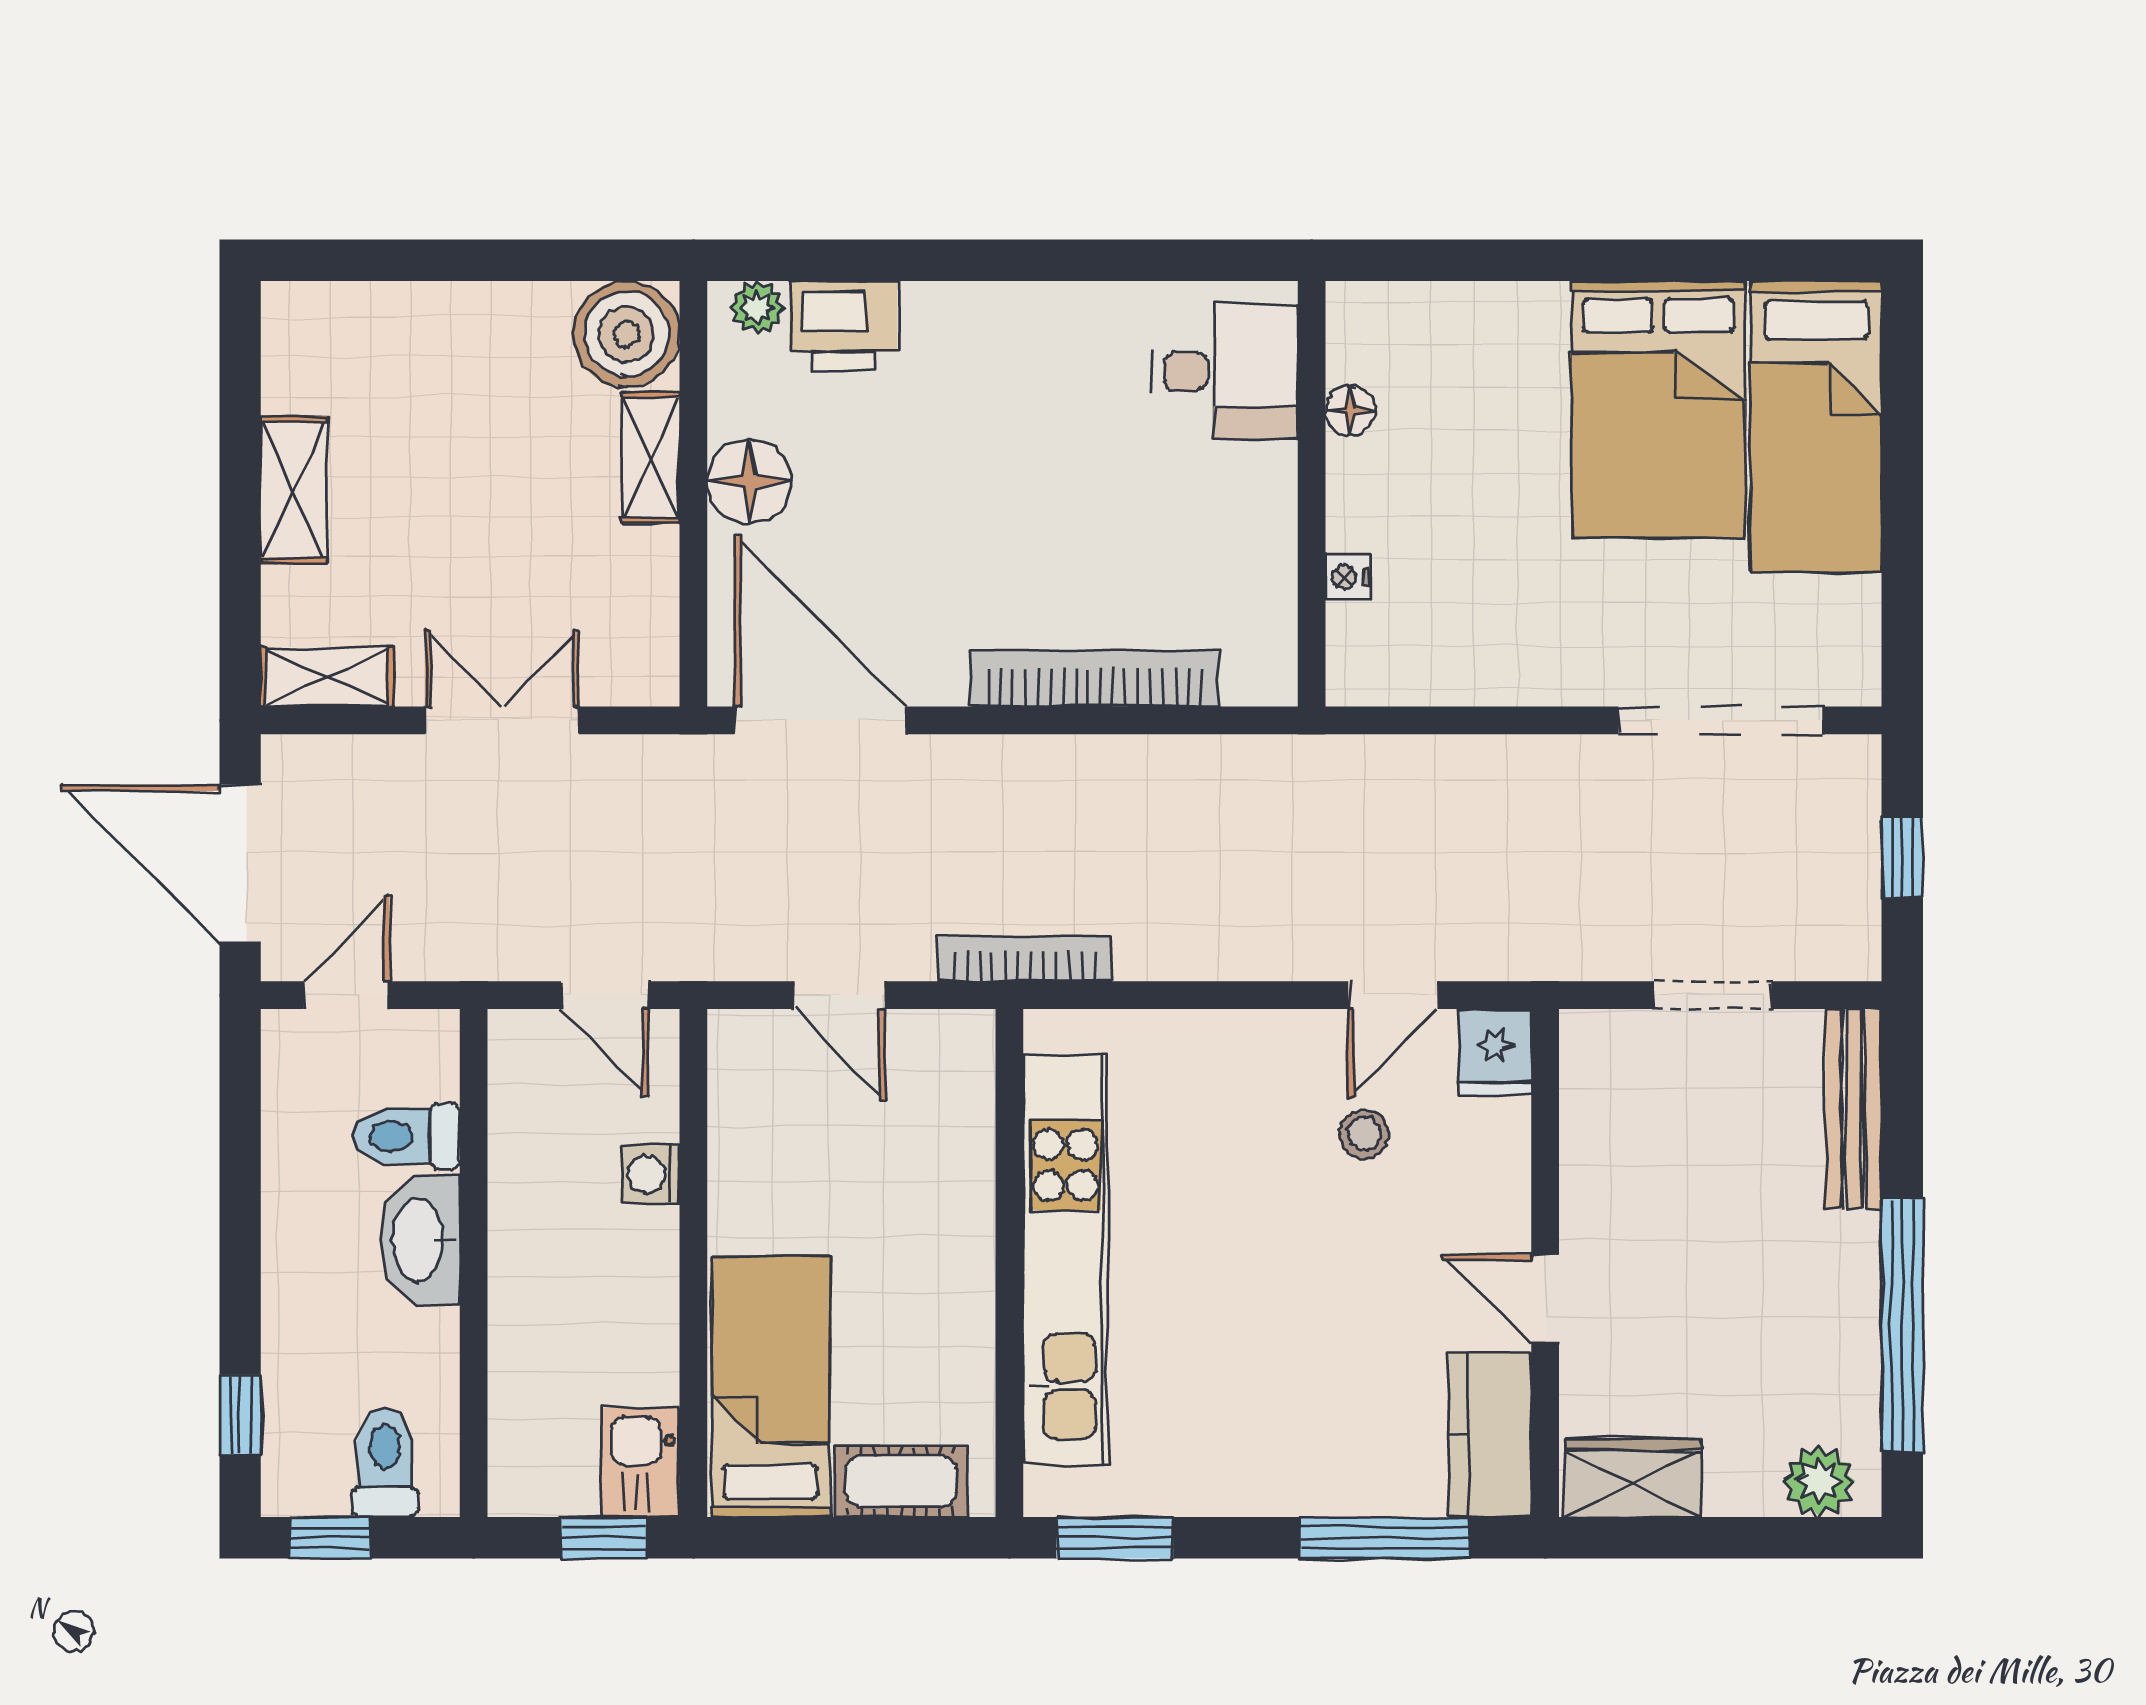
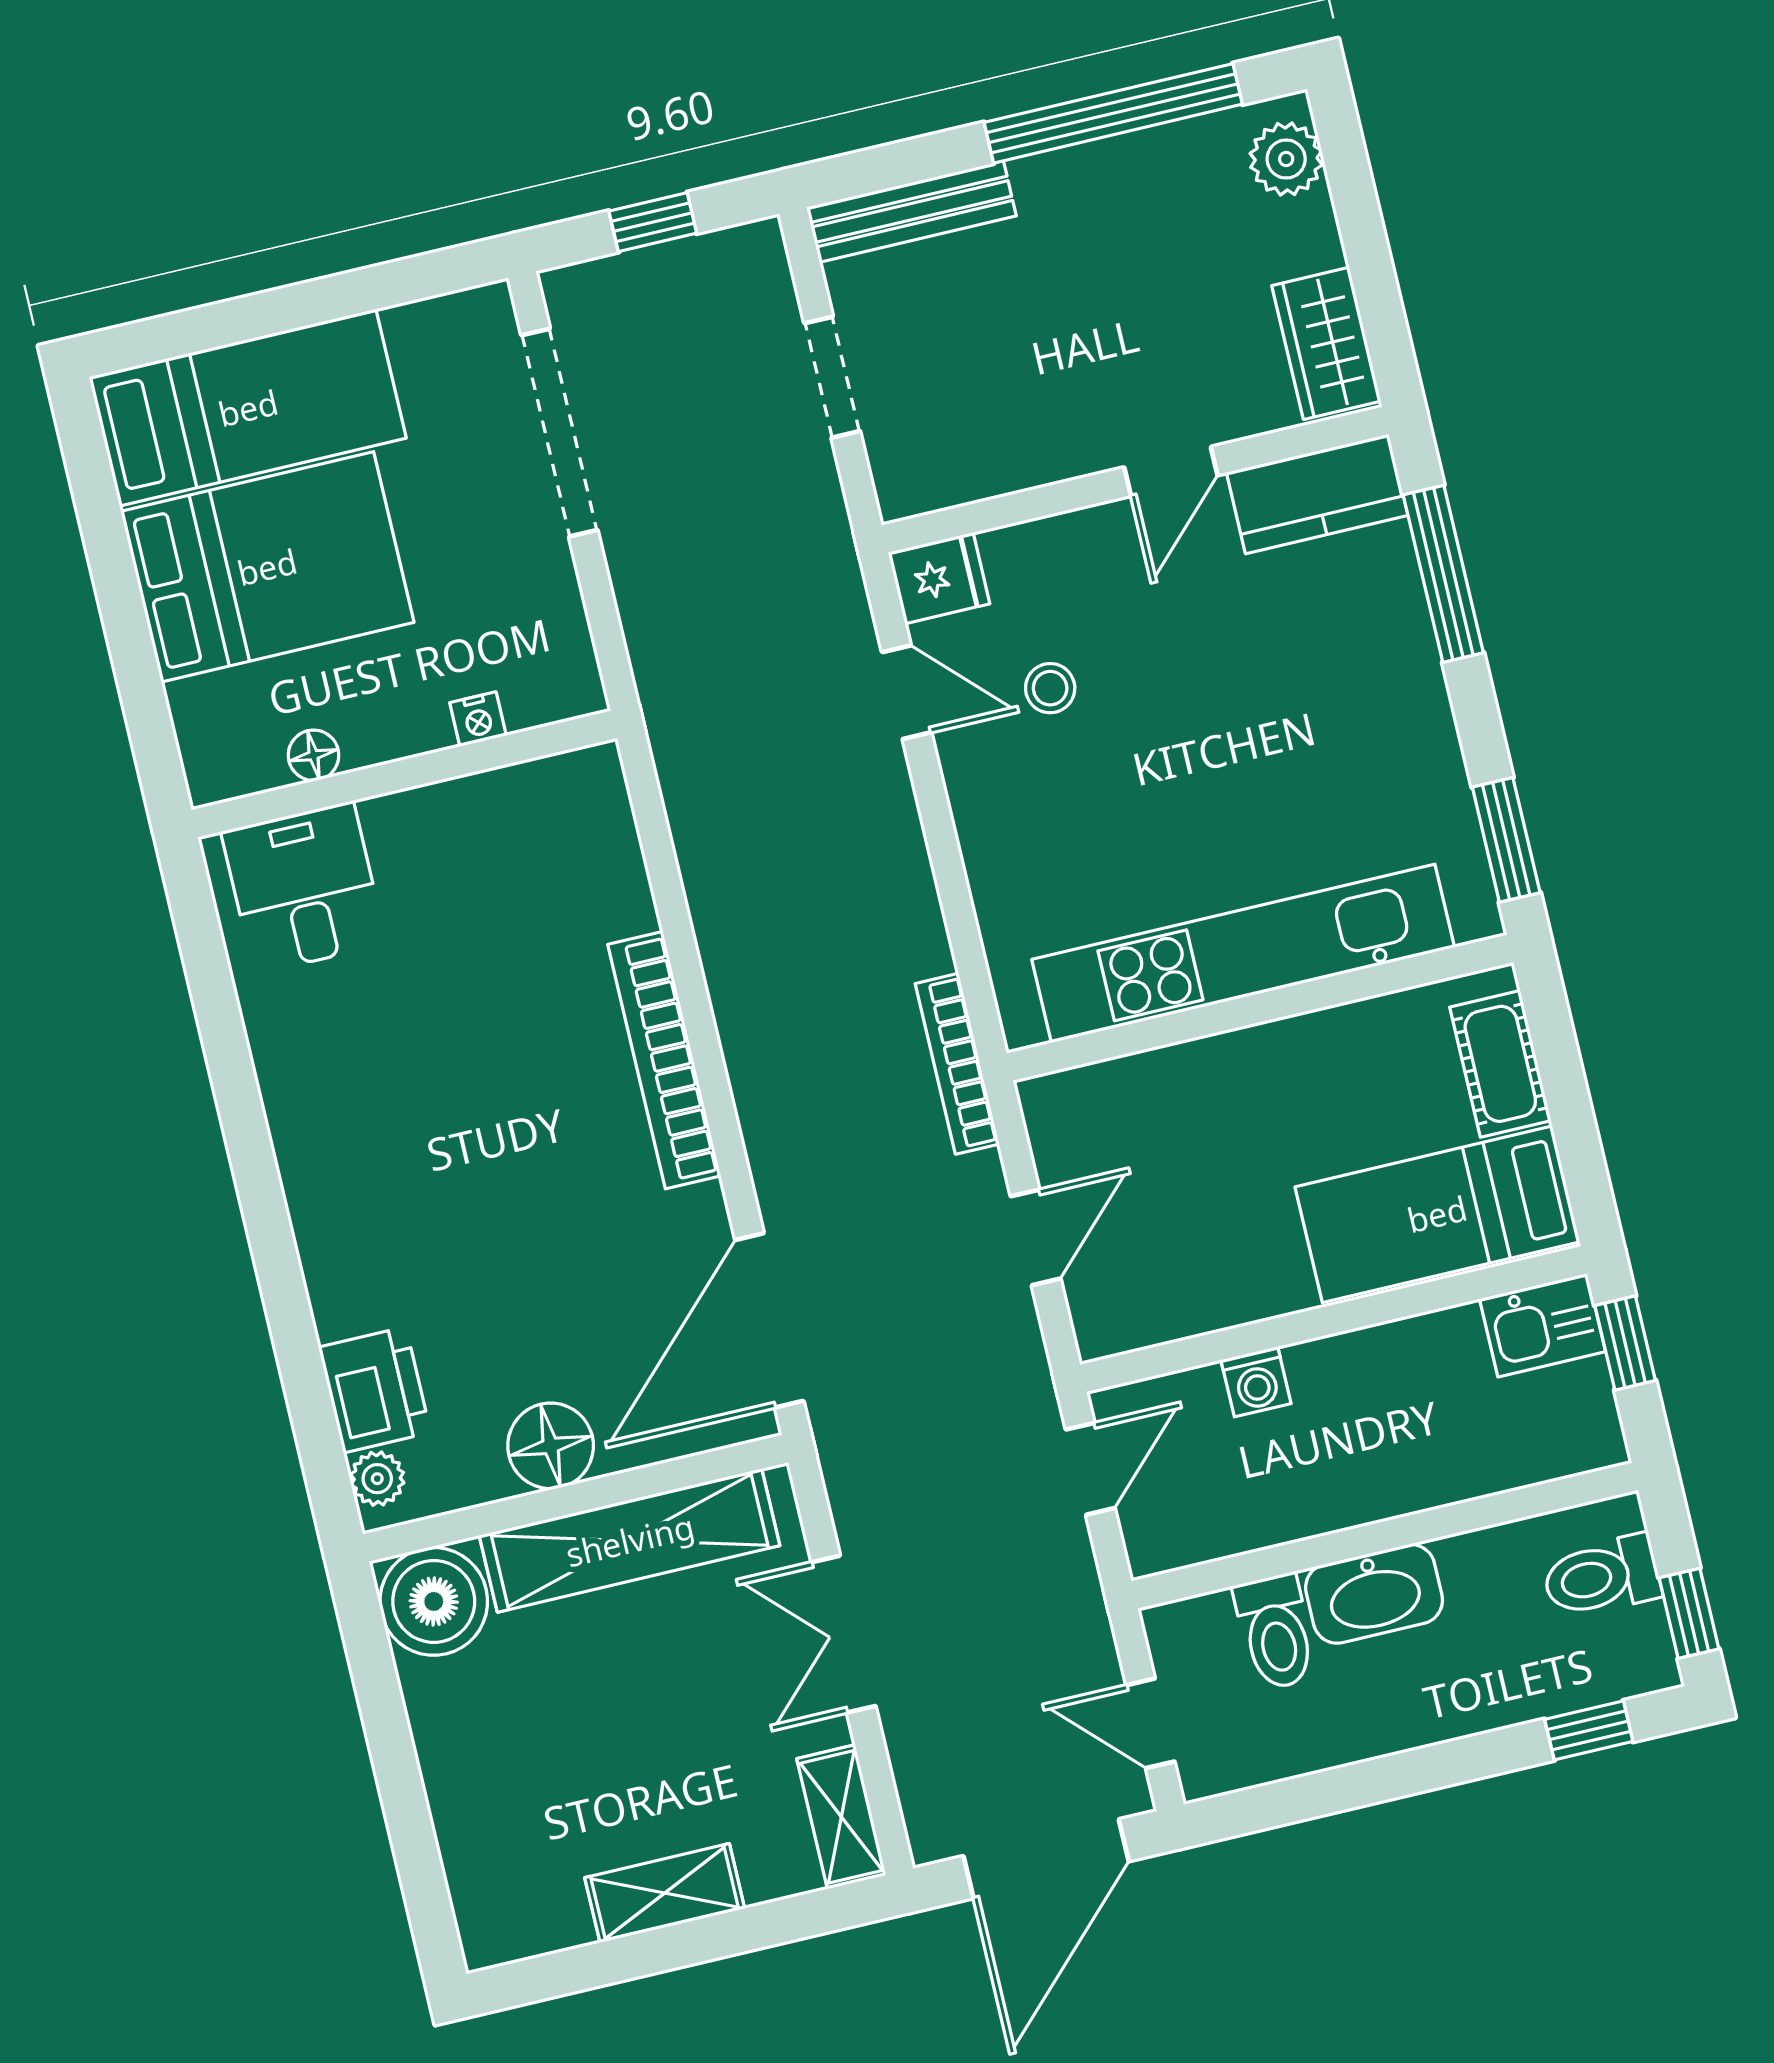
desk: (1225, 371) -> (304, 888), moved
floor lamp: (1350, 411) -> (314, 755), moved
shelving: (650, 458) -> (630, 1540), width x2.20, depth x1.33
wall: (1312, 494) -> (404, 774), moved
nightstand: (1348, 577) -> (478, 719), moved

